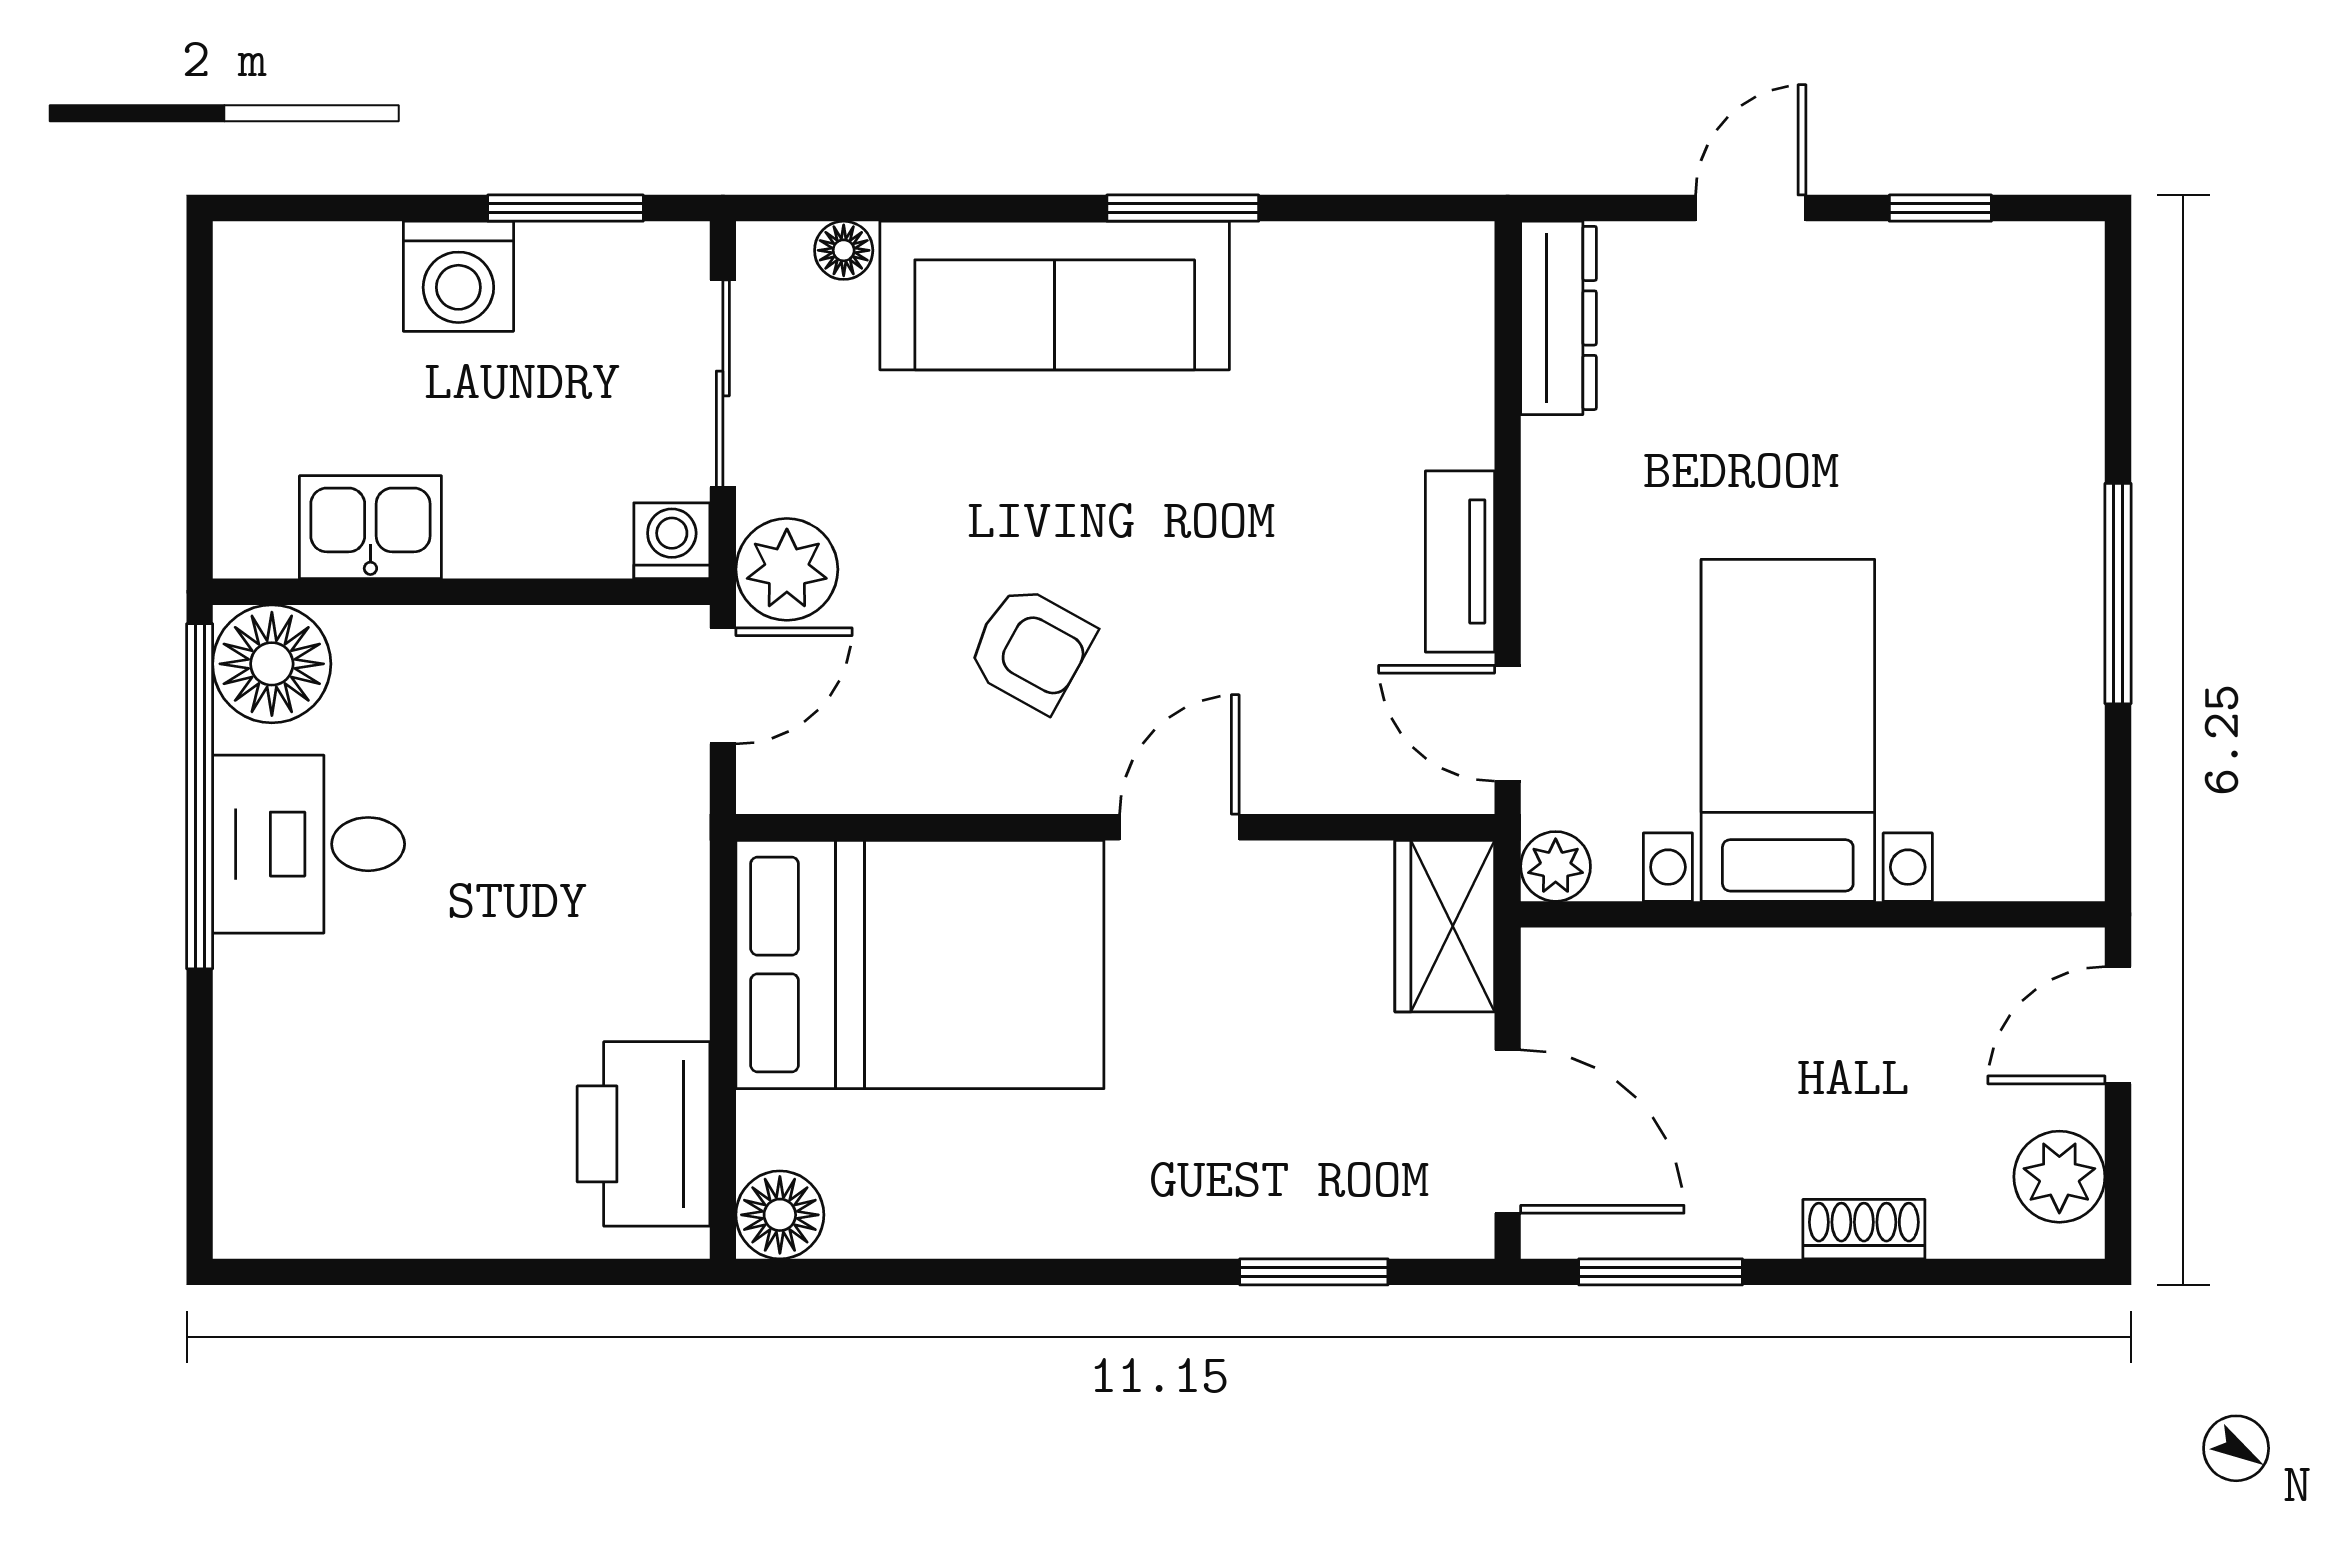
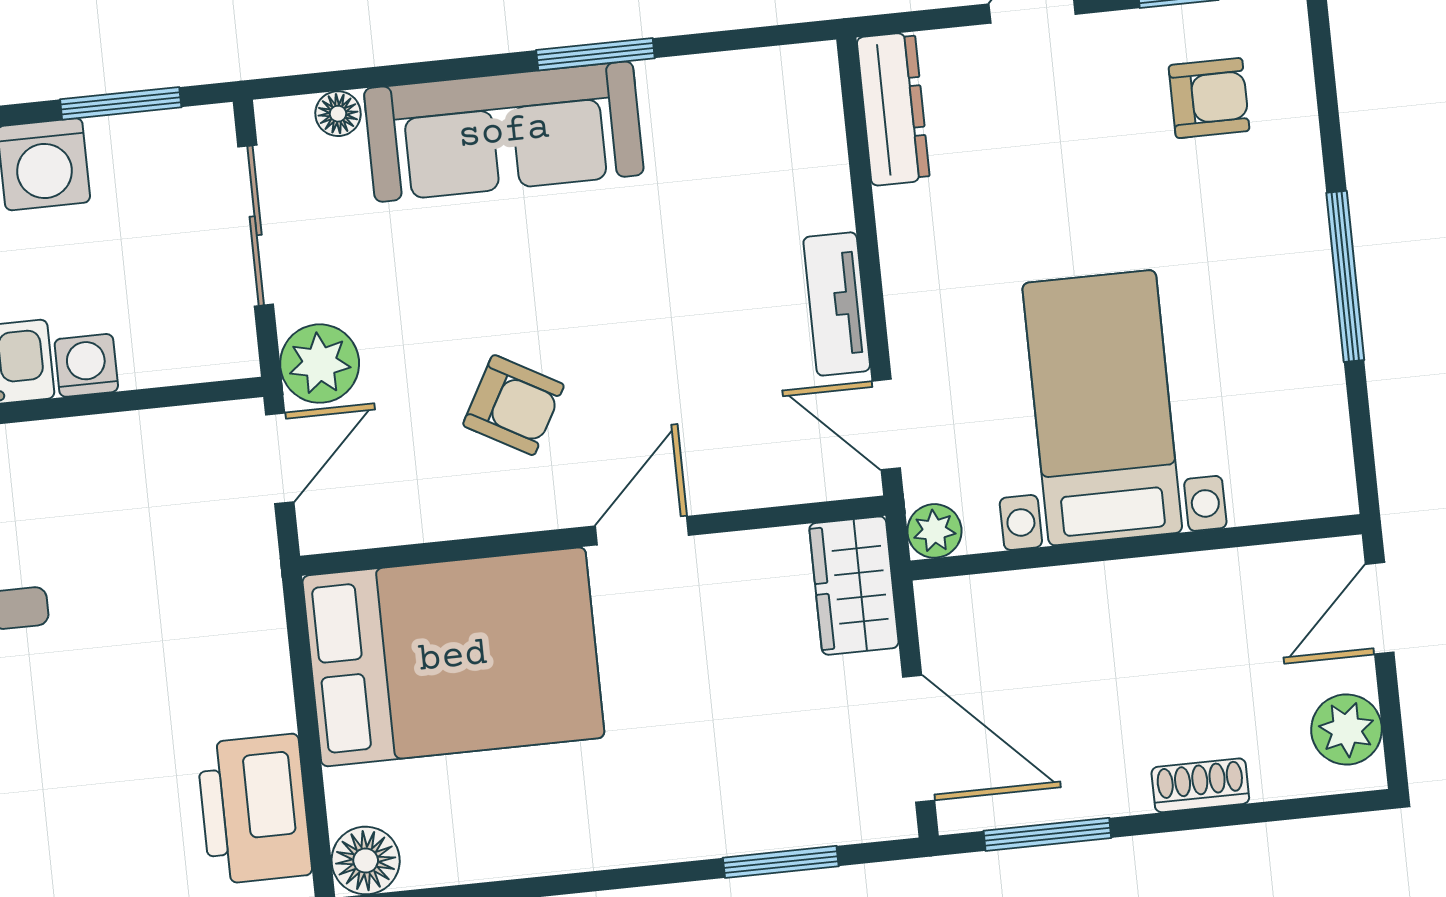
armchair: (1966, 346) -> (1209, 98), added
washing machine: (672, 541) -> (86, 365), moved

